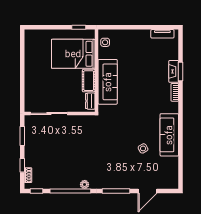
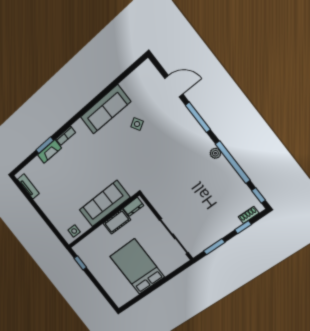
bed: (73, 54) -> (137, 267), moved, turned 180

